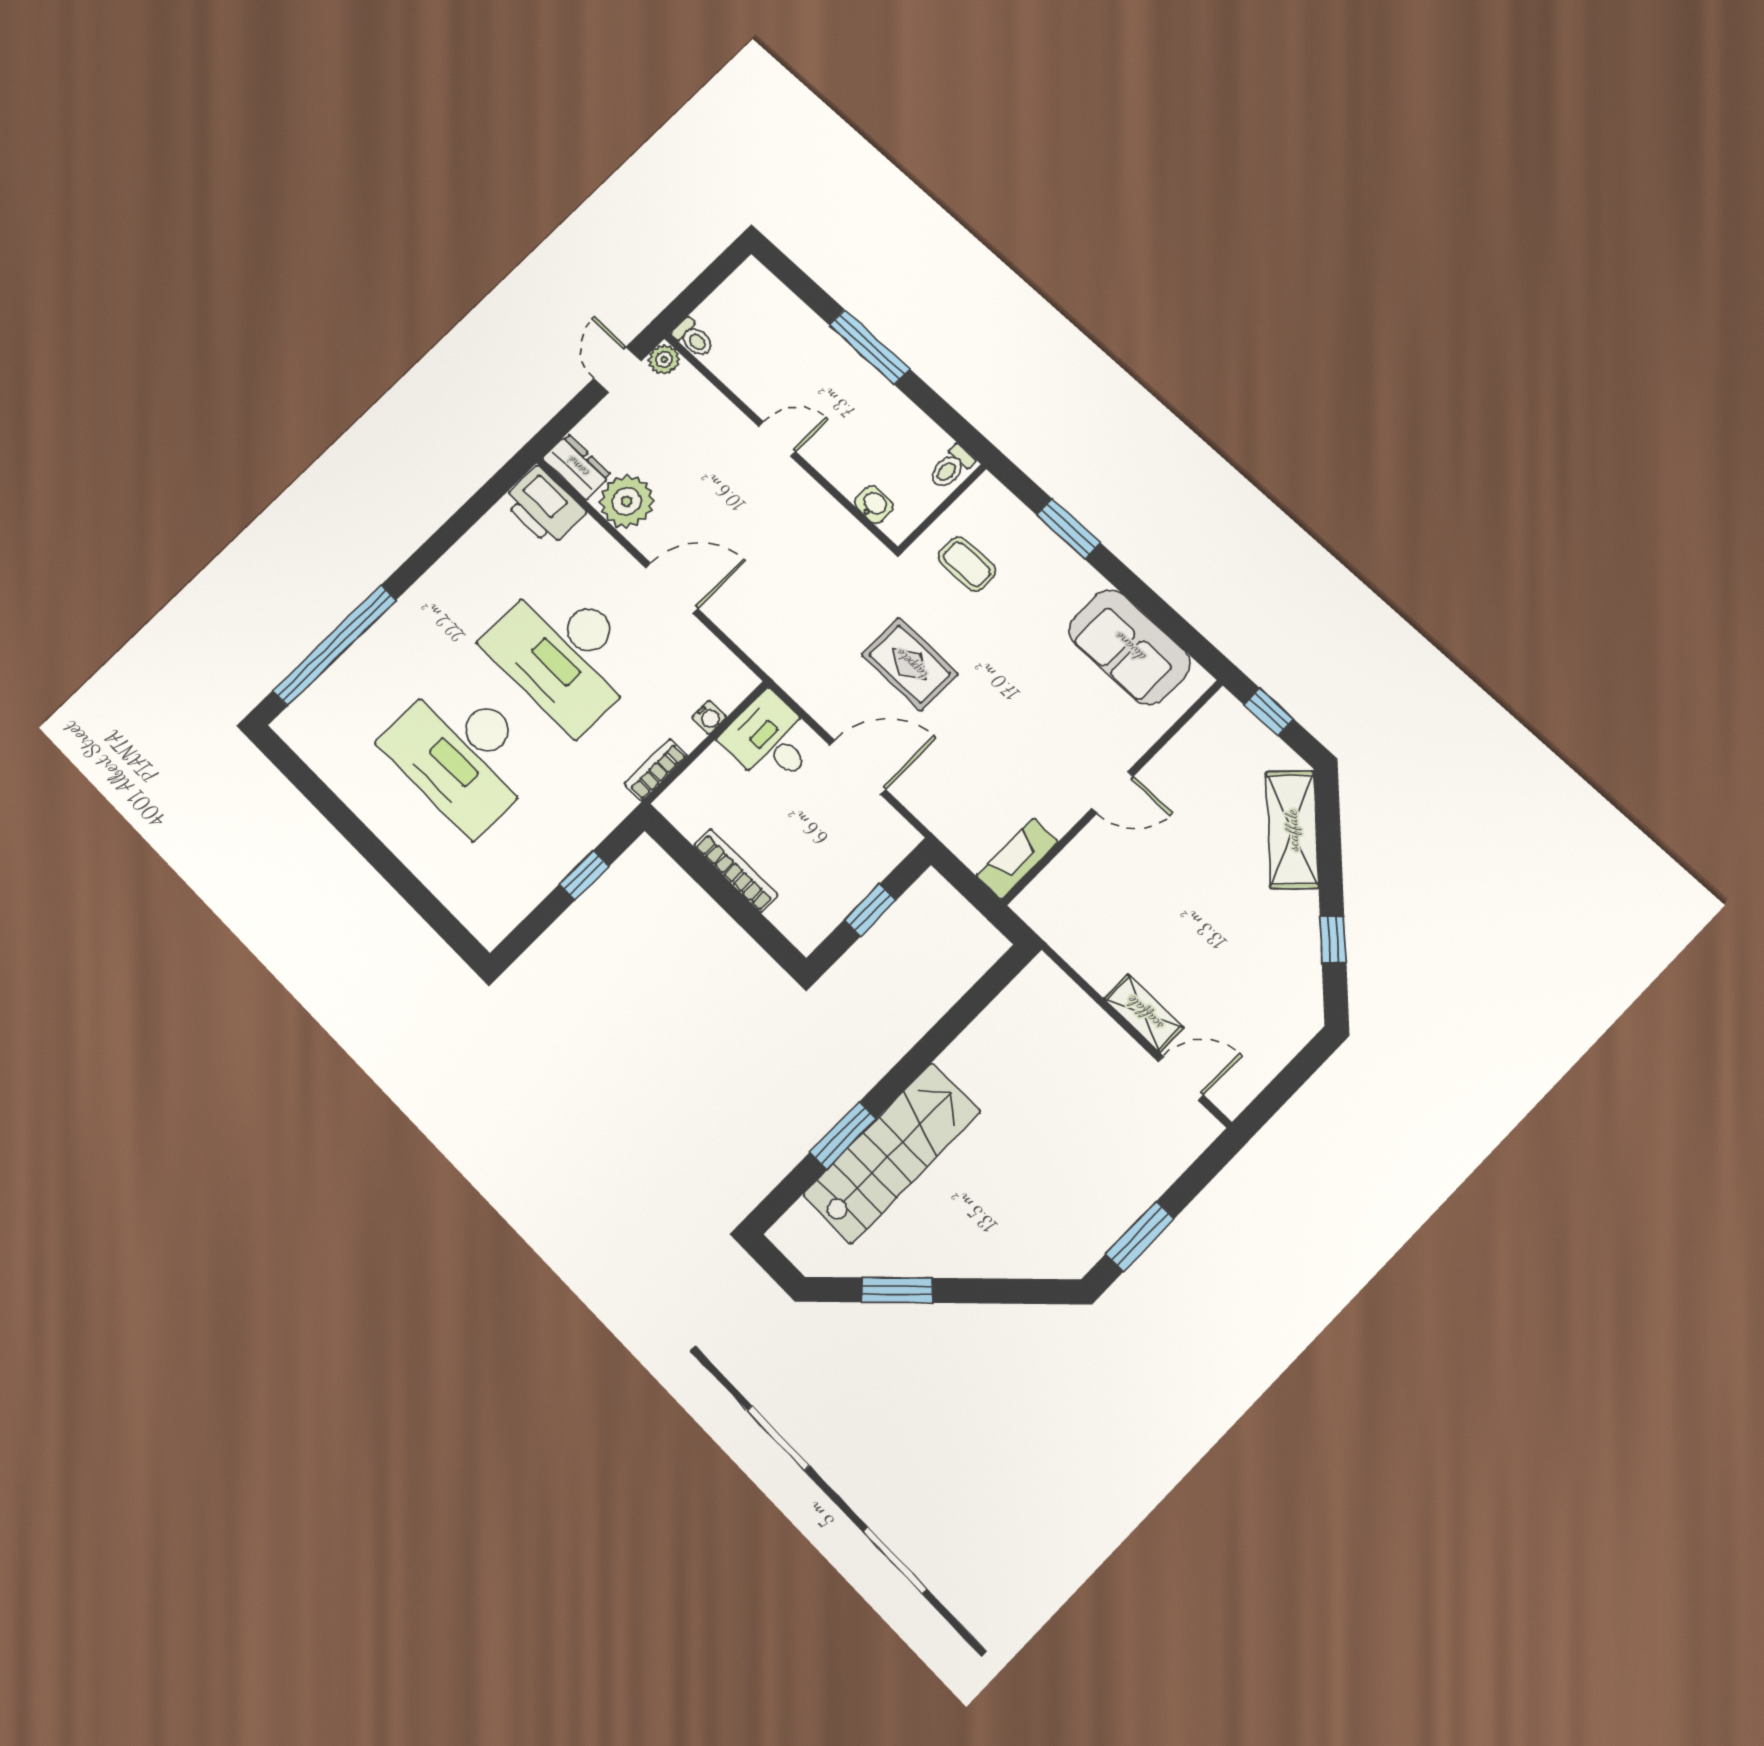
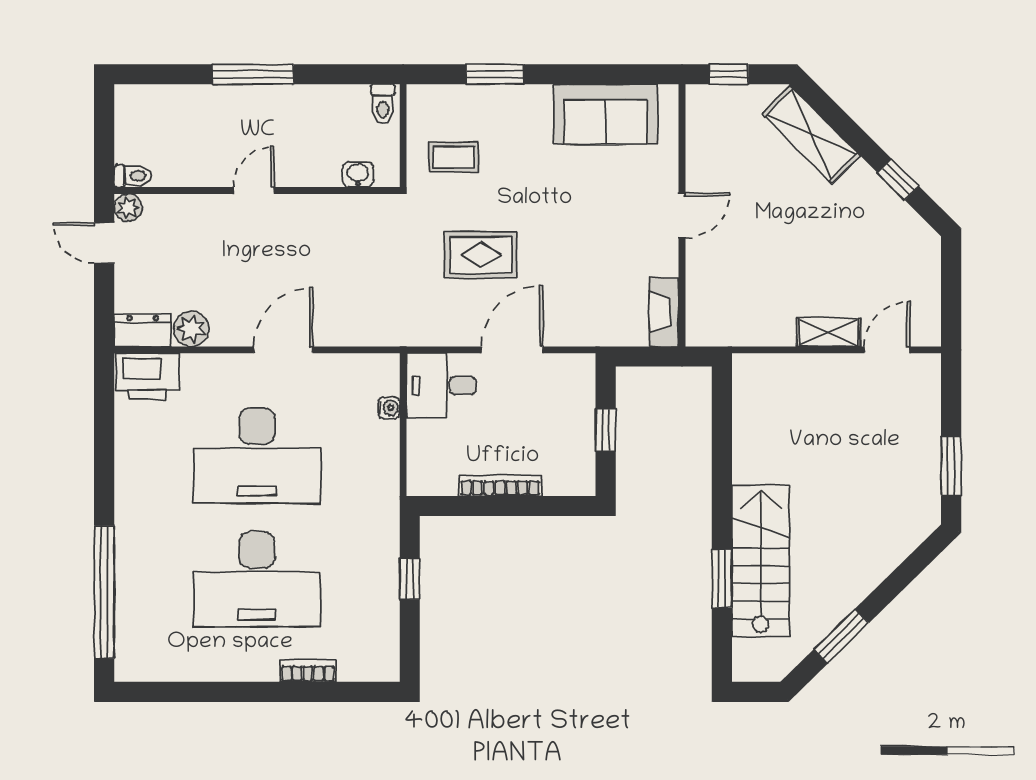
plant: (627, 501) -> (191, 329), width x0.73, depth x0.73
bookcase: (656, 770) -> (308, 671), moved, turned 90

